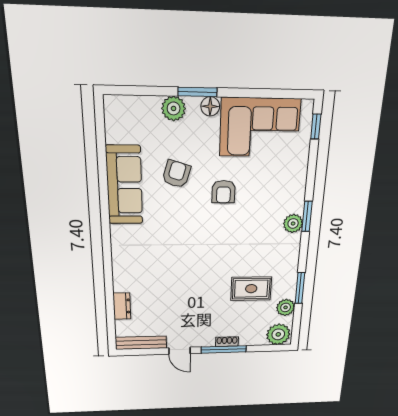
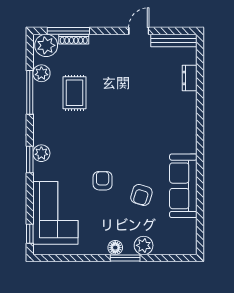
corner sofa: (260, 128) -> (55, 213), moved, turned 90
window: (300, 288) -> (30, 92), width x1.44
rug: (251, 289) -> (74, 93), turned 90
shoe rack: (227, 342) -> (74, 39), moved, width x1.43
window: (224, 349) -> (68, 31), moved
door: (179, 351) -> (139, 31), hinge flipped

